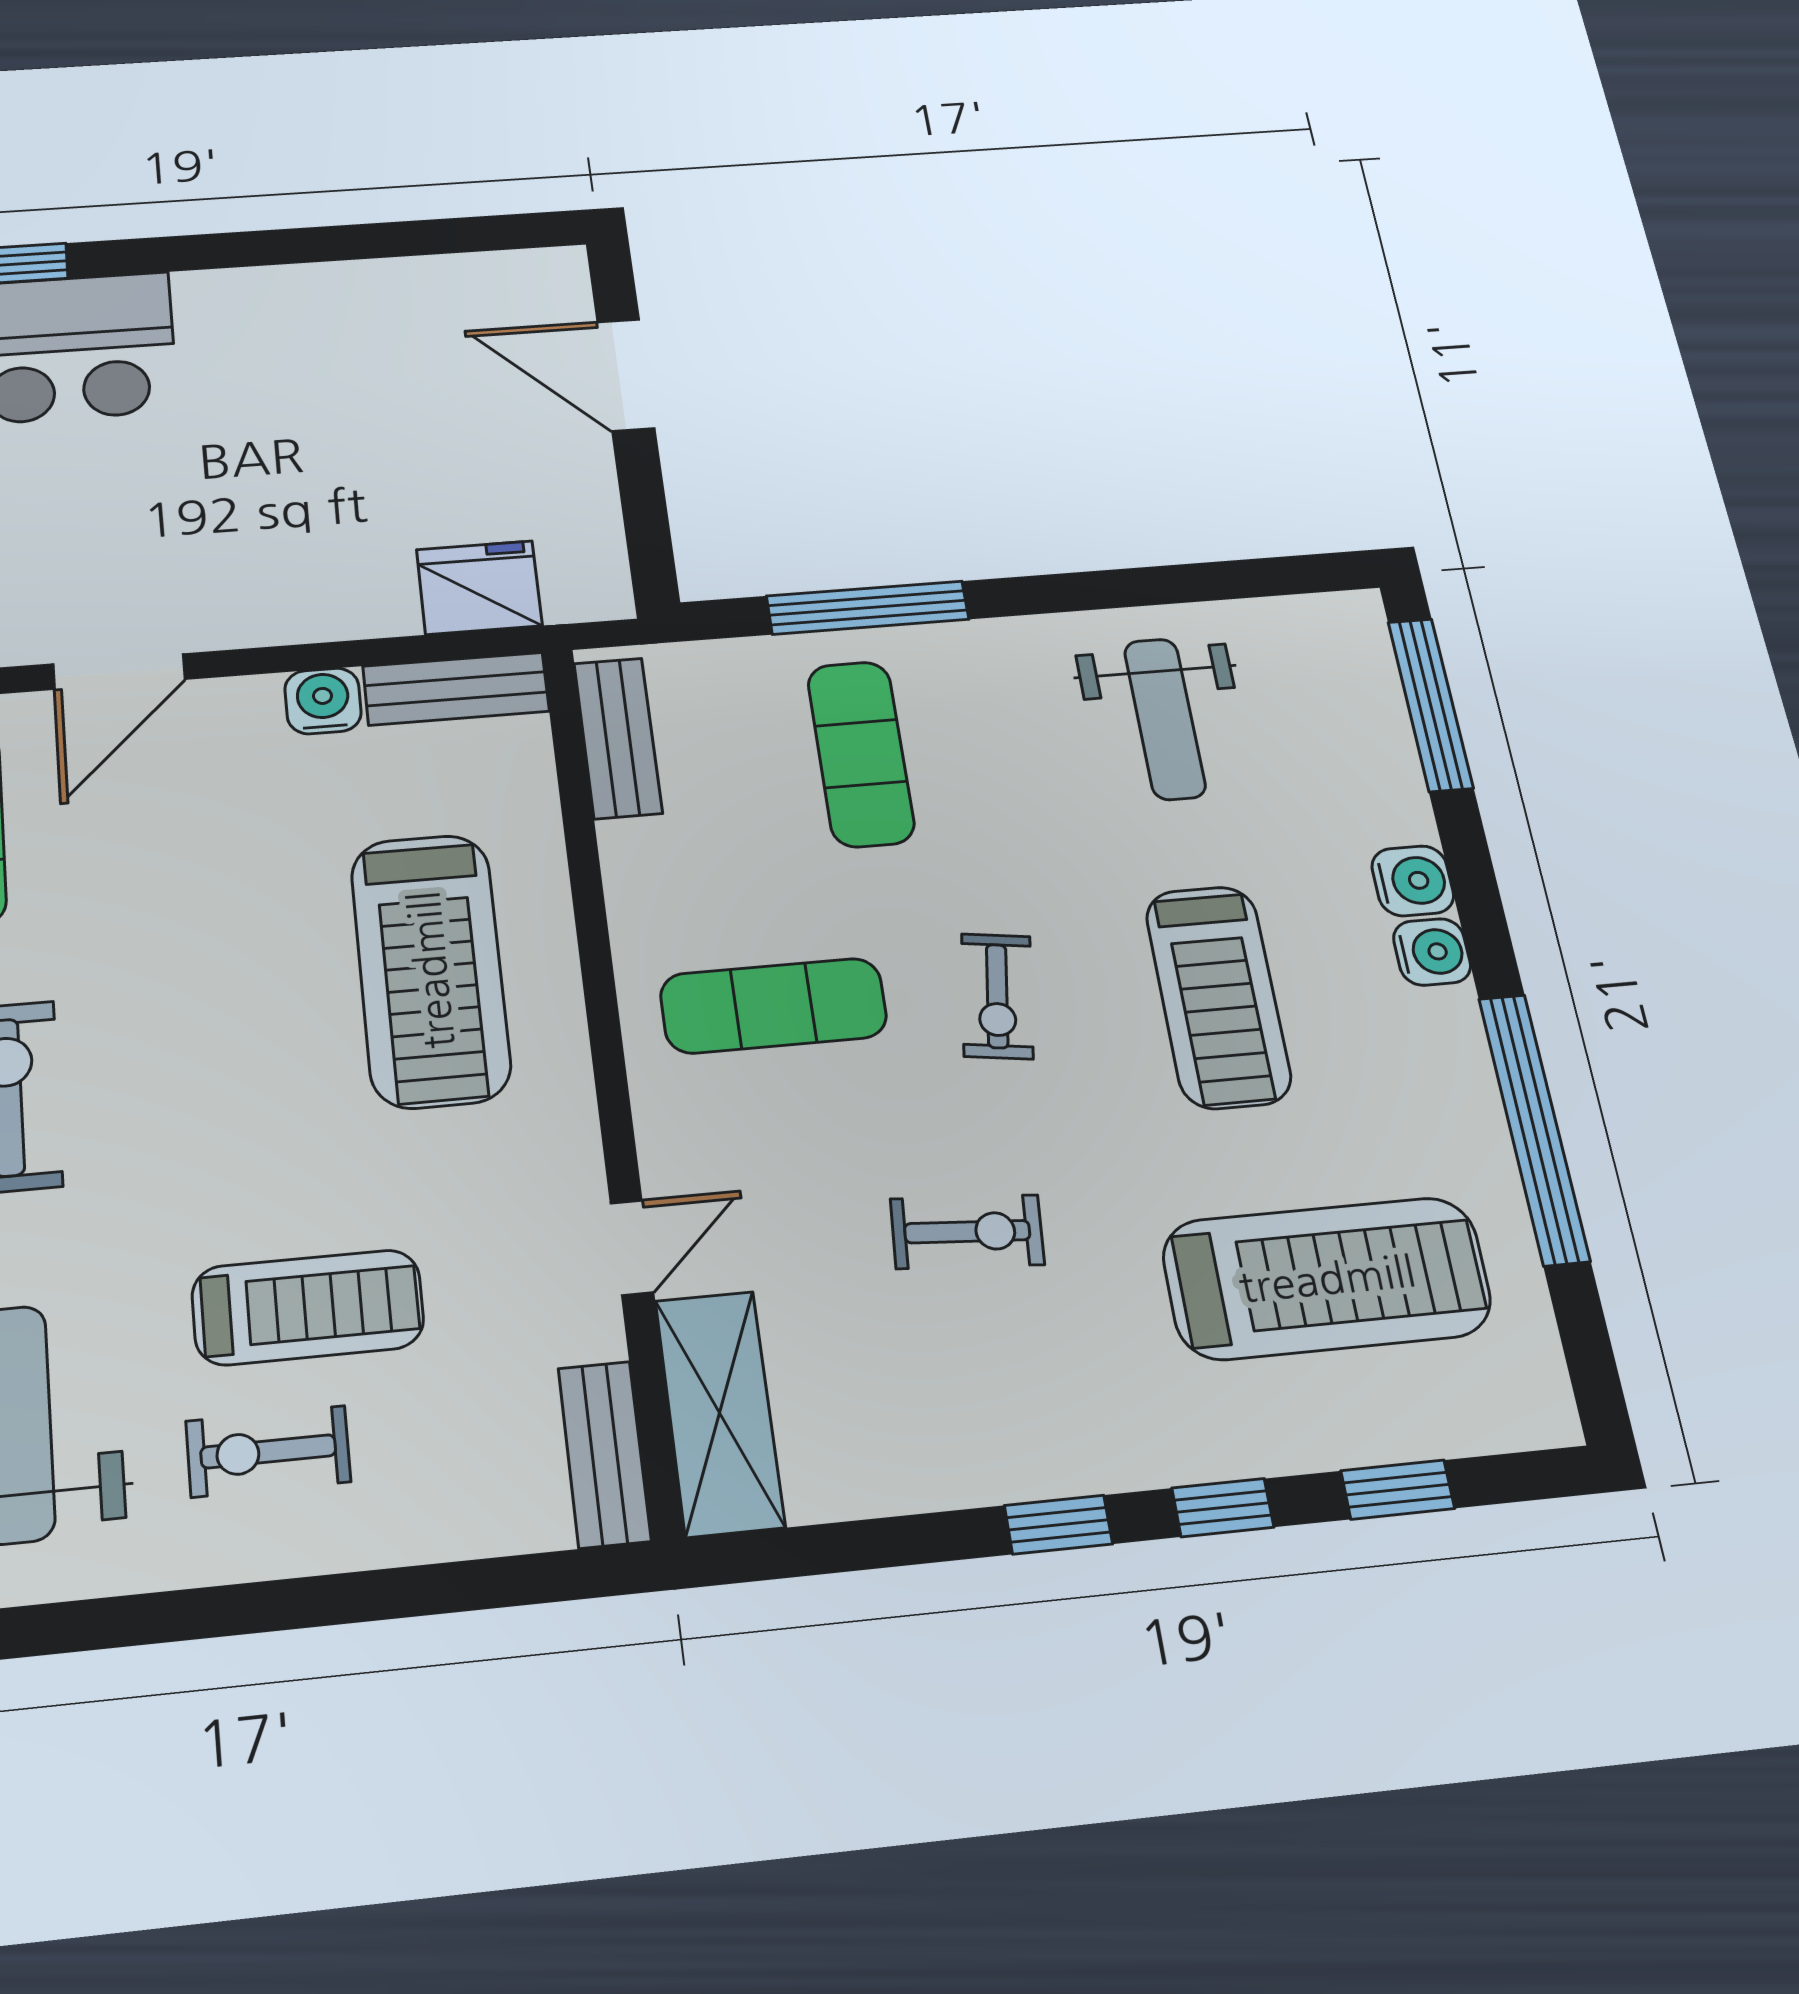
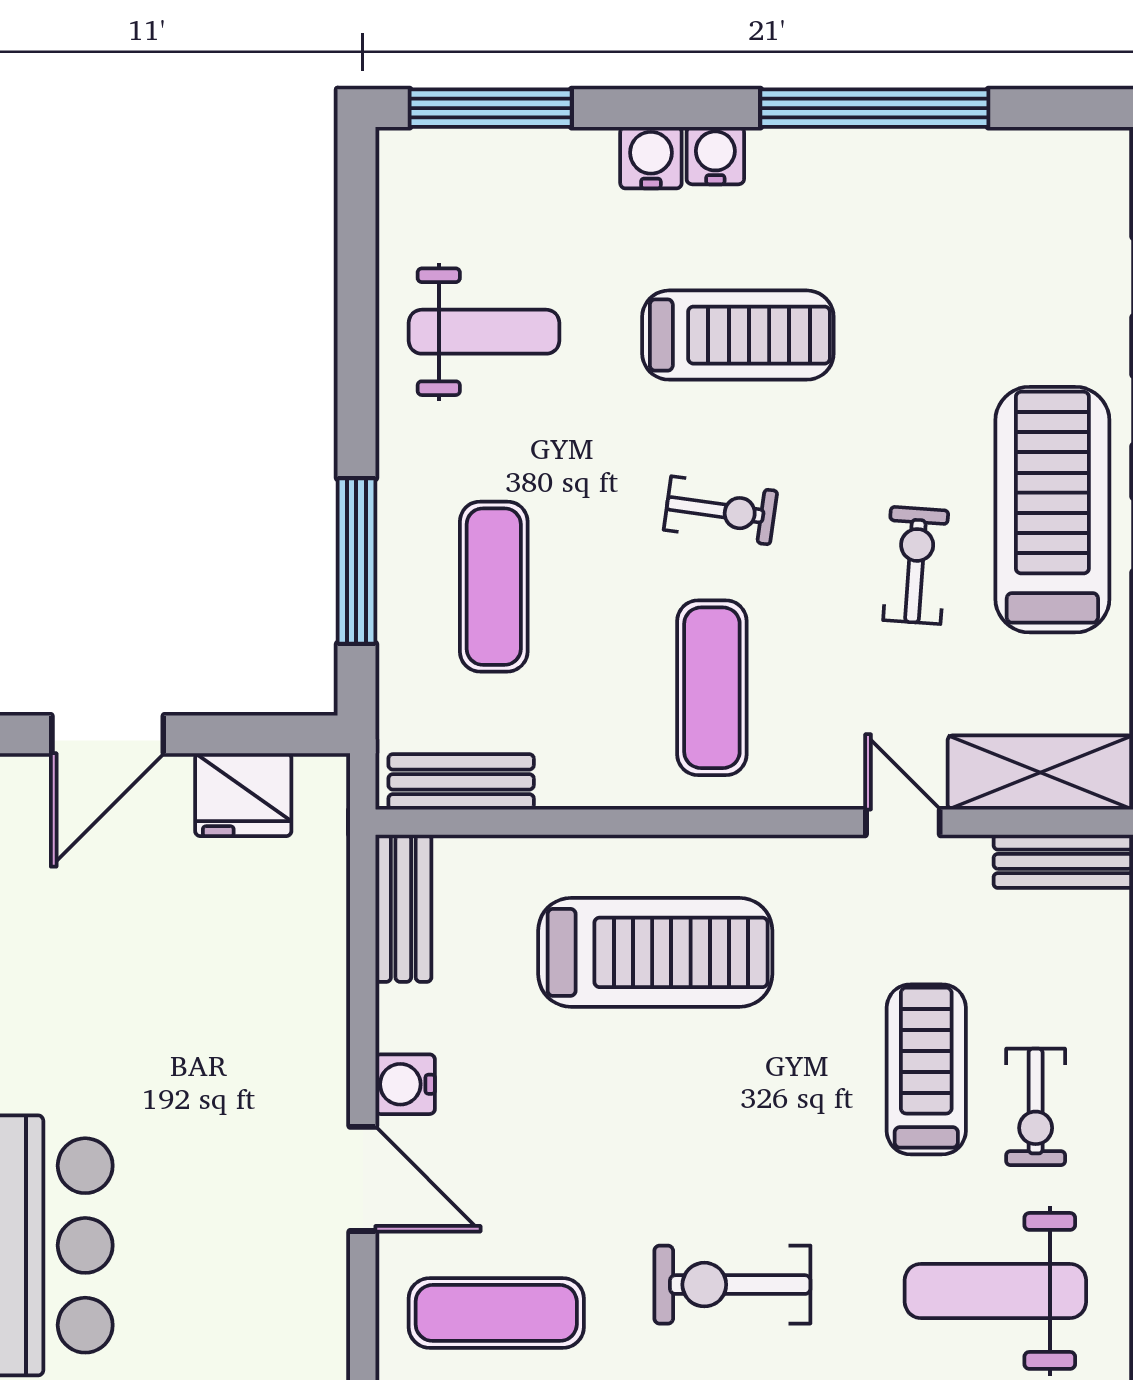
fridge: (479, 588) -> (243, 795), moved, turned -90
water cooler: (323, 701) -> (405, 1084), moved
exercise mat: (861, 754) -> (494, 587), turned 90
treadmill: (1327, 1278) -> (1052, 510), moved

